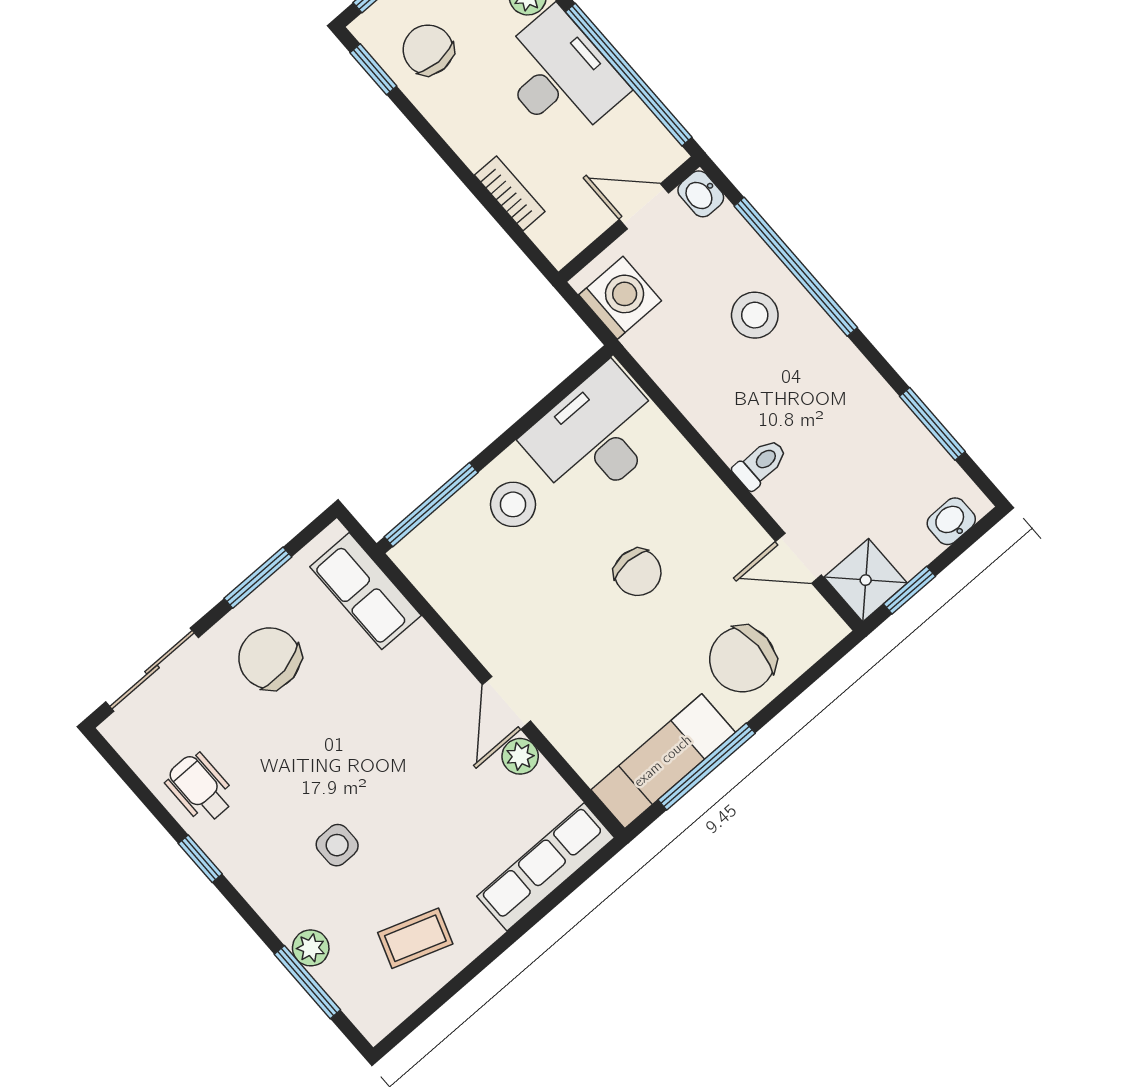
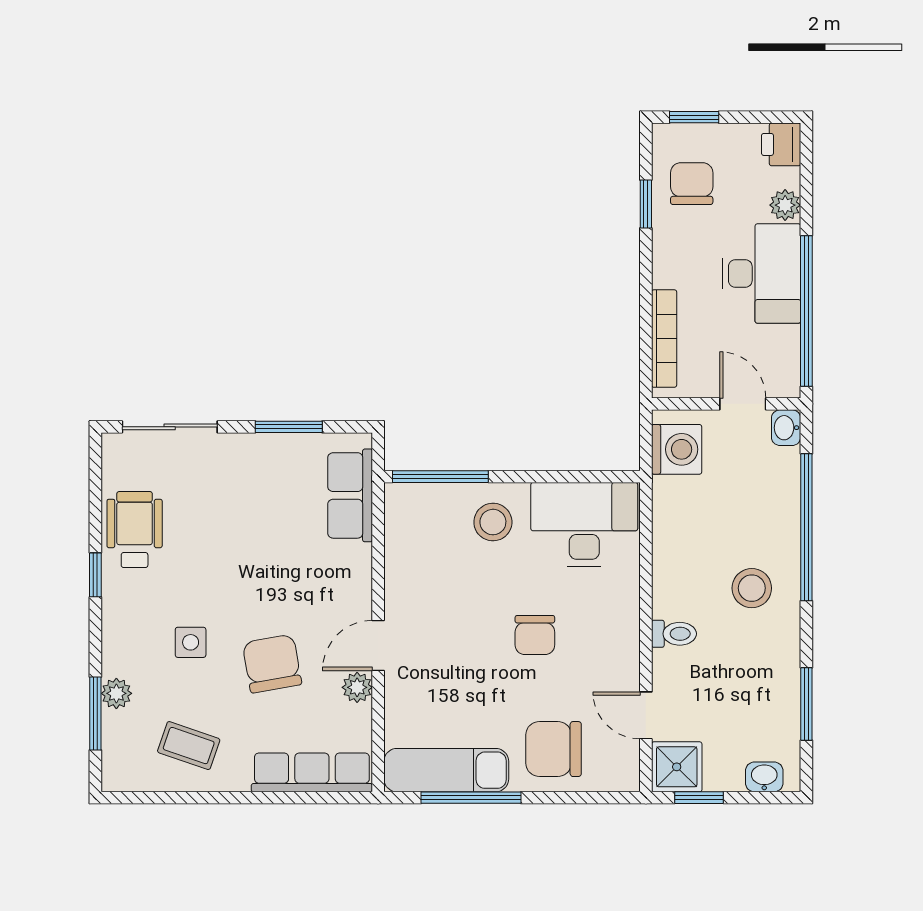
window: (373, 69) -> (646, 204), moved
bookcase: (510, 193) -> (664, 339), width x1.56
stool: (755, 315) -> (752, 588), moved
chair: (270, 658) -> (272, 664), moved
wheelchair: (200, 788) -> (135, 530), width x1.36, depth x1.37

